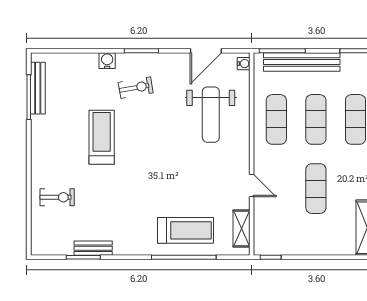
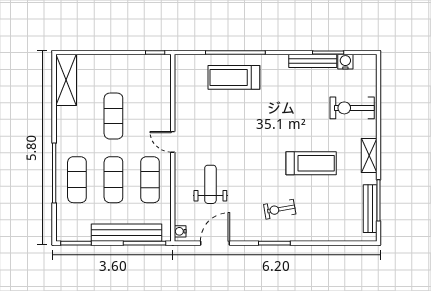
water cooler: (107, 61) -> (345, 62), moved, turned 180
weight bench: (211, 115) -> (210, 184), width x0.73, depth x0.75
treadmill: (102, 137) -> (311, 163), turned -90
door: (252, 185) -> (173, 142), moved
exercise bike: (57, 197) -> (352, 108), width x1.38, depth x1.39
shelving: (241, 228) -> (369, 155), moved
bench: (93, 248) -> (313, 61), width x1.36

